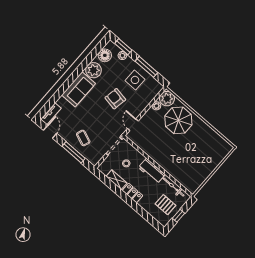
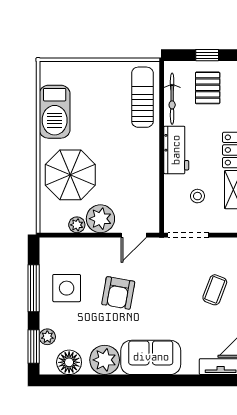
plant: (167, 99) -> (100, 219), moved
barbecue: (209, 136) -> (55, 112), added
sun lounger: (184, 176) -> (142, 97), added

